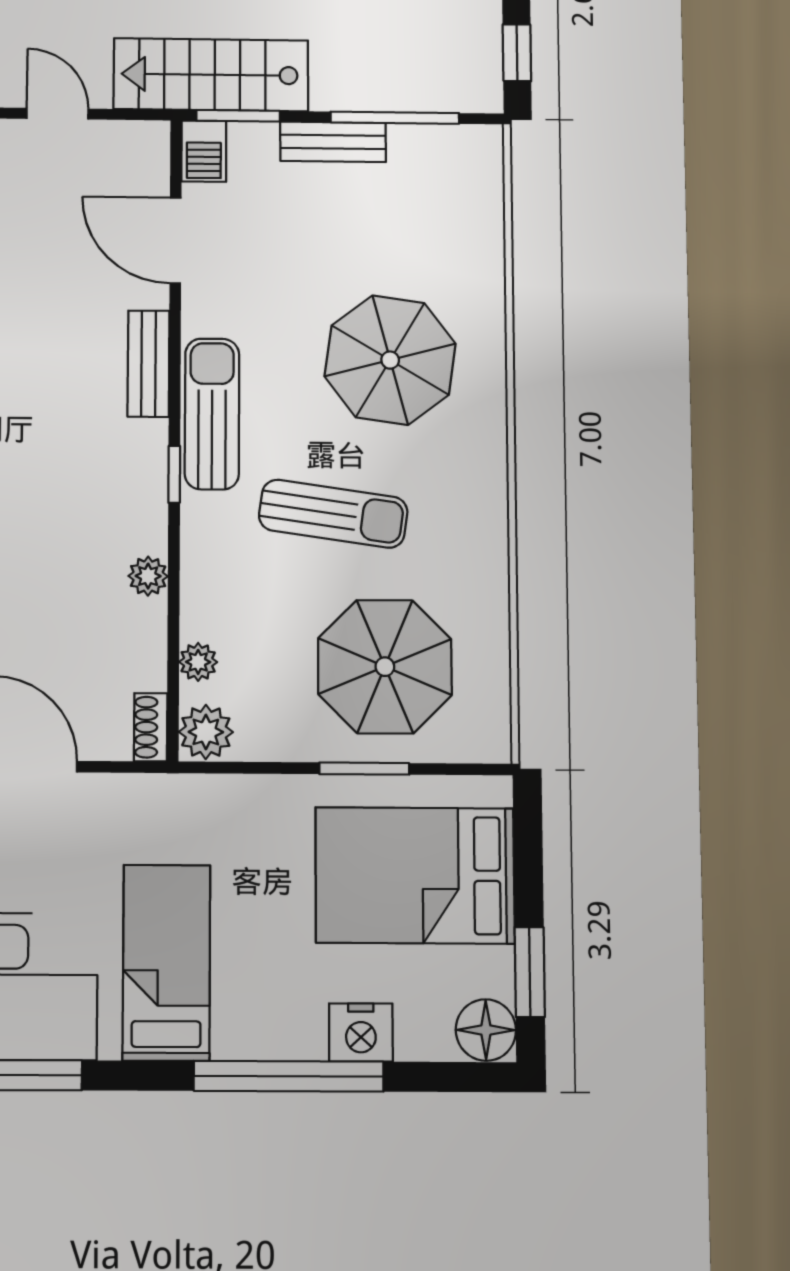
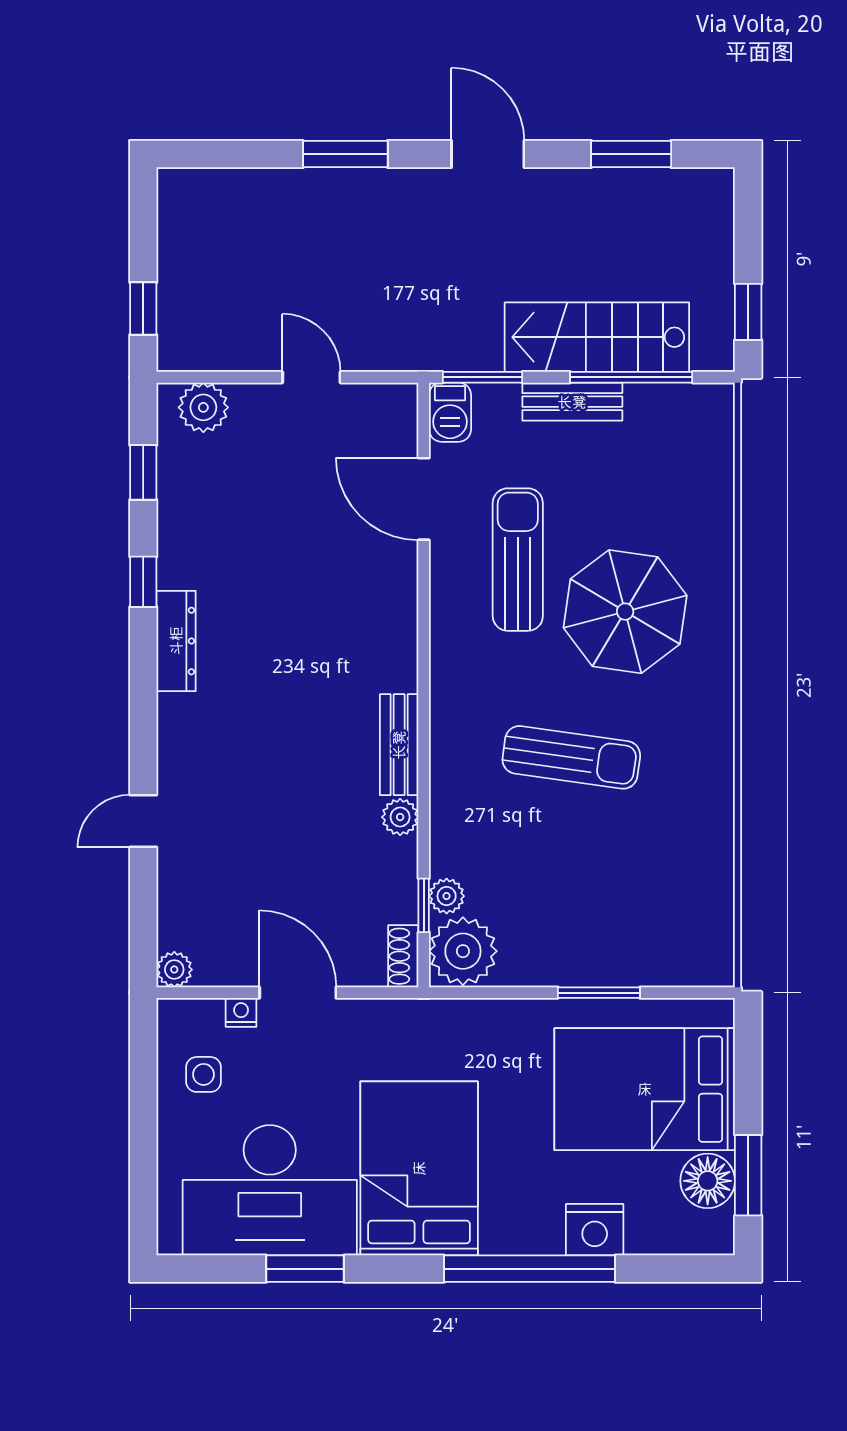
stairs: (211, 75) -> (597, 337), moved
bench: (149, 364) -> (399, 745), moved
sun lounger: (212, 414) -> (518, 560), moved
window: (174, 474) -> (424, 905), moved
parasol: (385, 667) -> (618, 899), removed
plant: (206, 732) -> (463, 951), width x1.36, depth x1.36
bed: (166, 962) -> (419, 1168), width x1.50
floor lamp: (486, 1030) -> (708, 1181), moved

